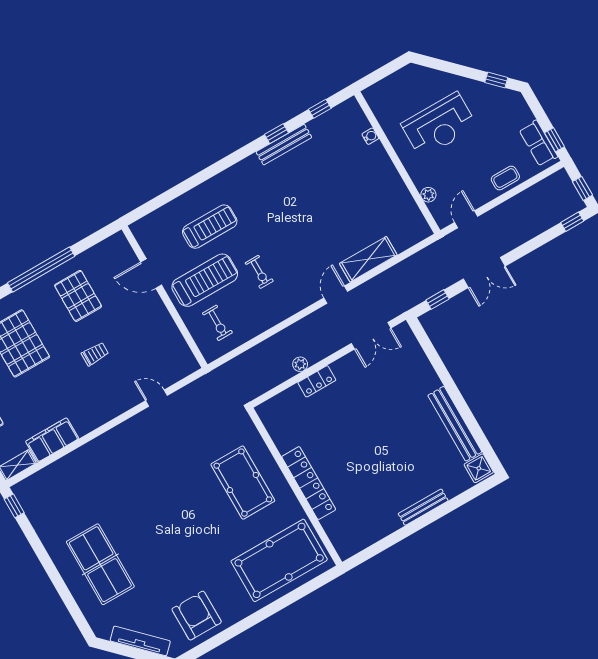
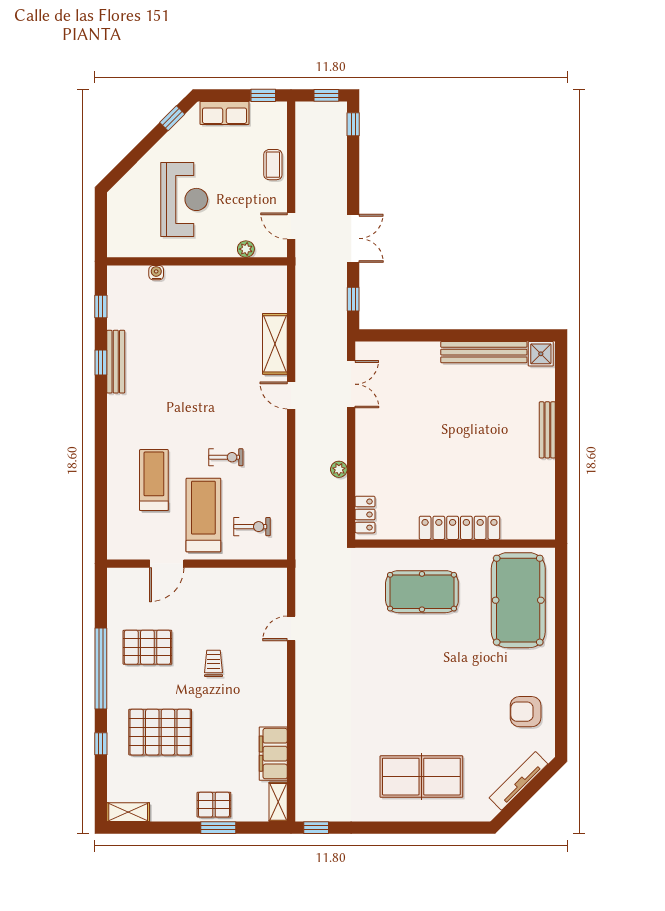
row of seats: (538, 143) -> (225, 113), moved
locker: (317, 381) -> (365, 515), moved
armchair: (197, 616) -> (526, 712), width x0.73, depth x0.73

